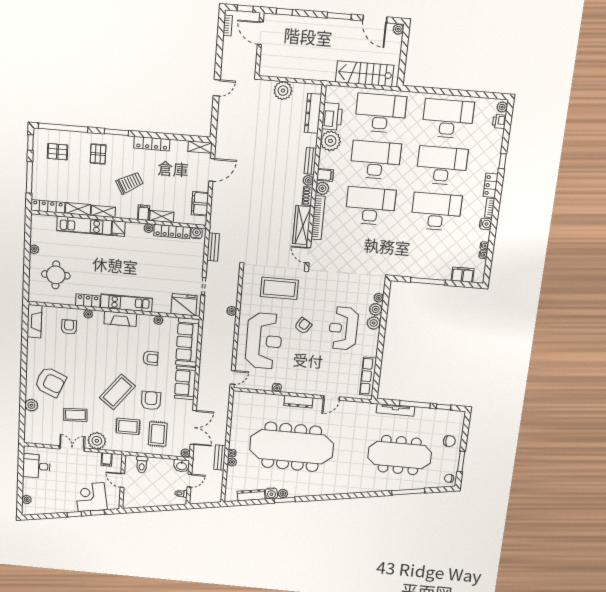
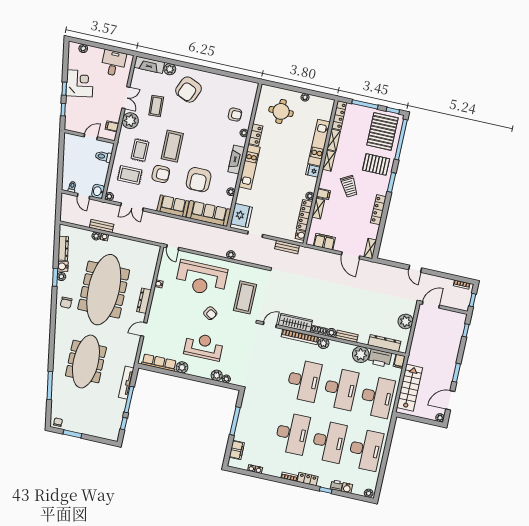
door: (260, 33) -> (431, 305), moved
printer: (499, 121) -> (336, 485), moved
pallet: (57, 152) -> (382, 131), width x2.05, depth x2.00
pallet: (98, 154) -> (376, 164), width x1.50, depth x1.42
filing cabinet: (325, 175) -> (399, 361), moved
water cooler: (486, 224) -> (347, 488), moved
fireplace: (34, 321) -> (149, 65), moved
plant: (374, 323) -> (182, 367), moved
armchair: (150, 358) -> (199, 180), width x1.88, depth x1.88
coffee table: (117, 392) -> (172, 146), turned 52
door: (332, 398) -> (144, 329), hinge flipped
double door: (193, 427) -> (132, 207), width x0.73
chair: (449, 441) -> (66, 303), moved
meeting table: (400, 455) -> (86, 361), moved
corner desk: (91, 497) -> (80, 83), moved

